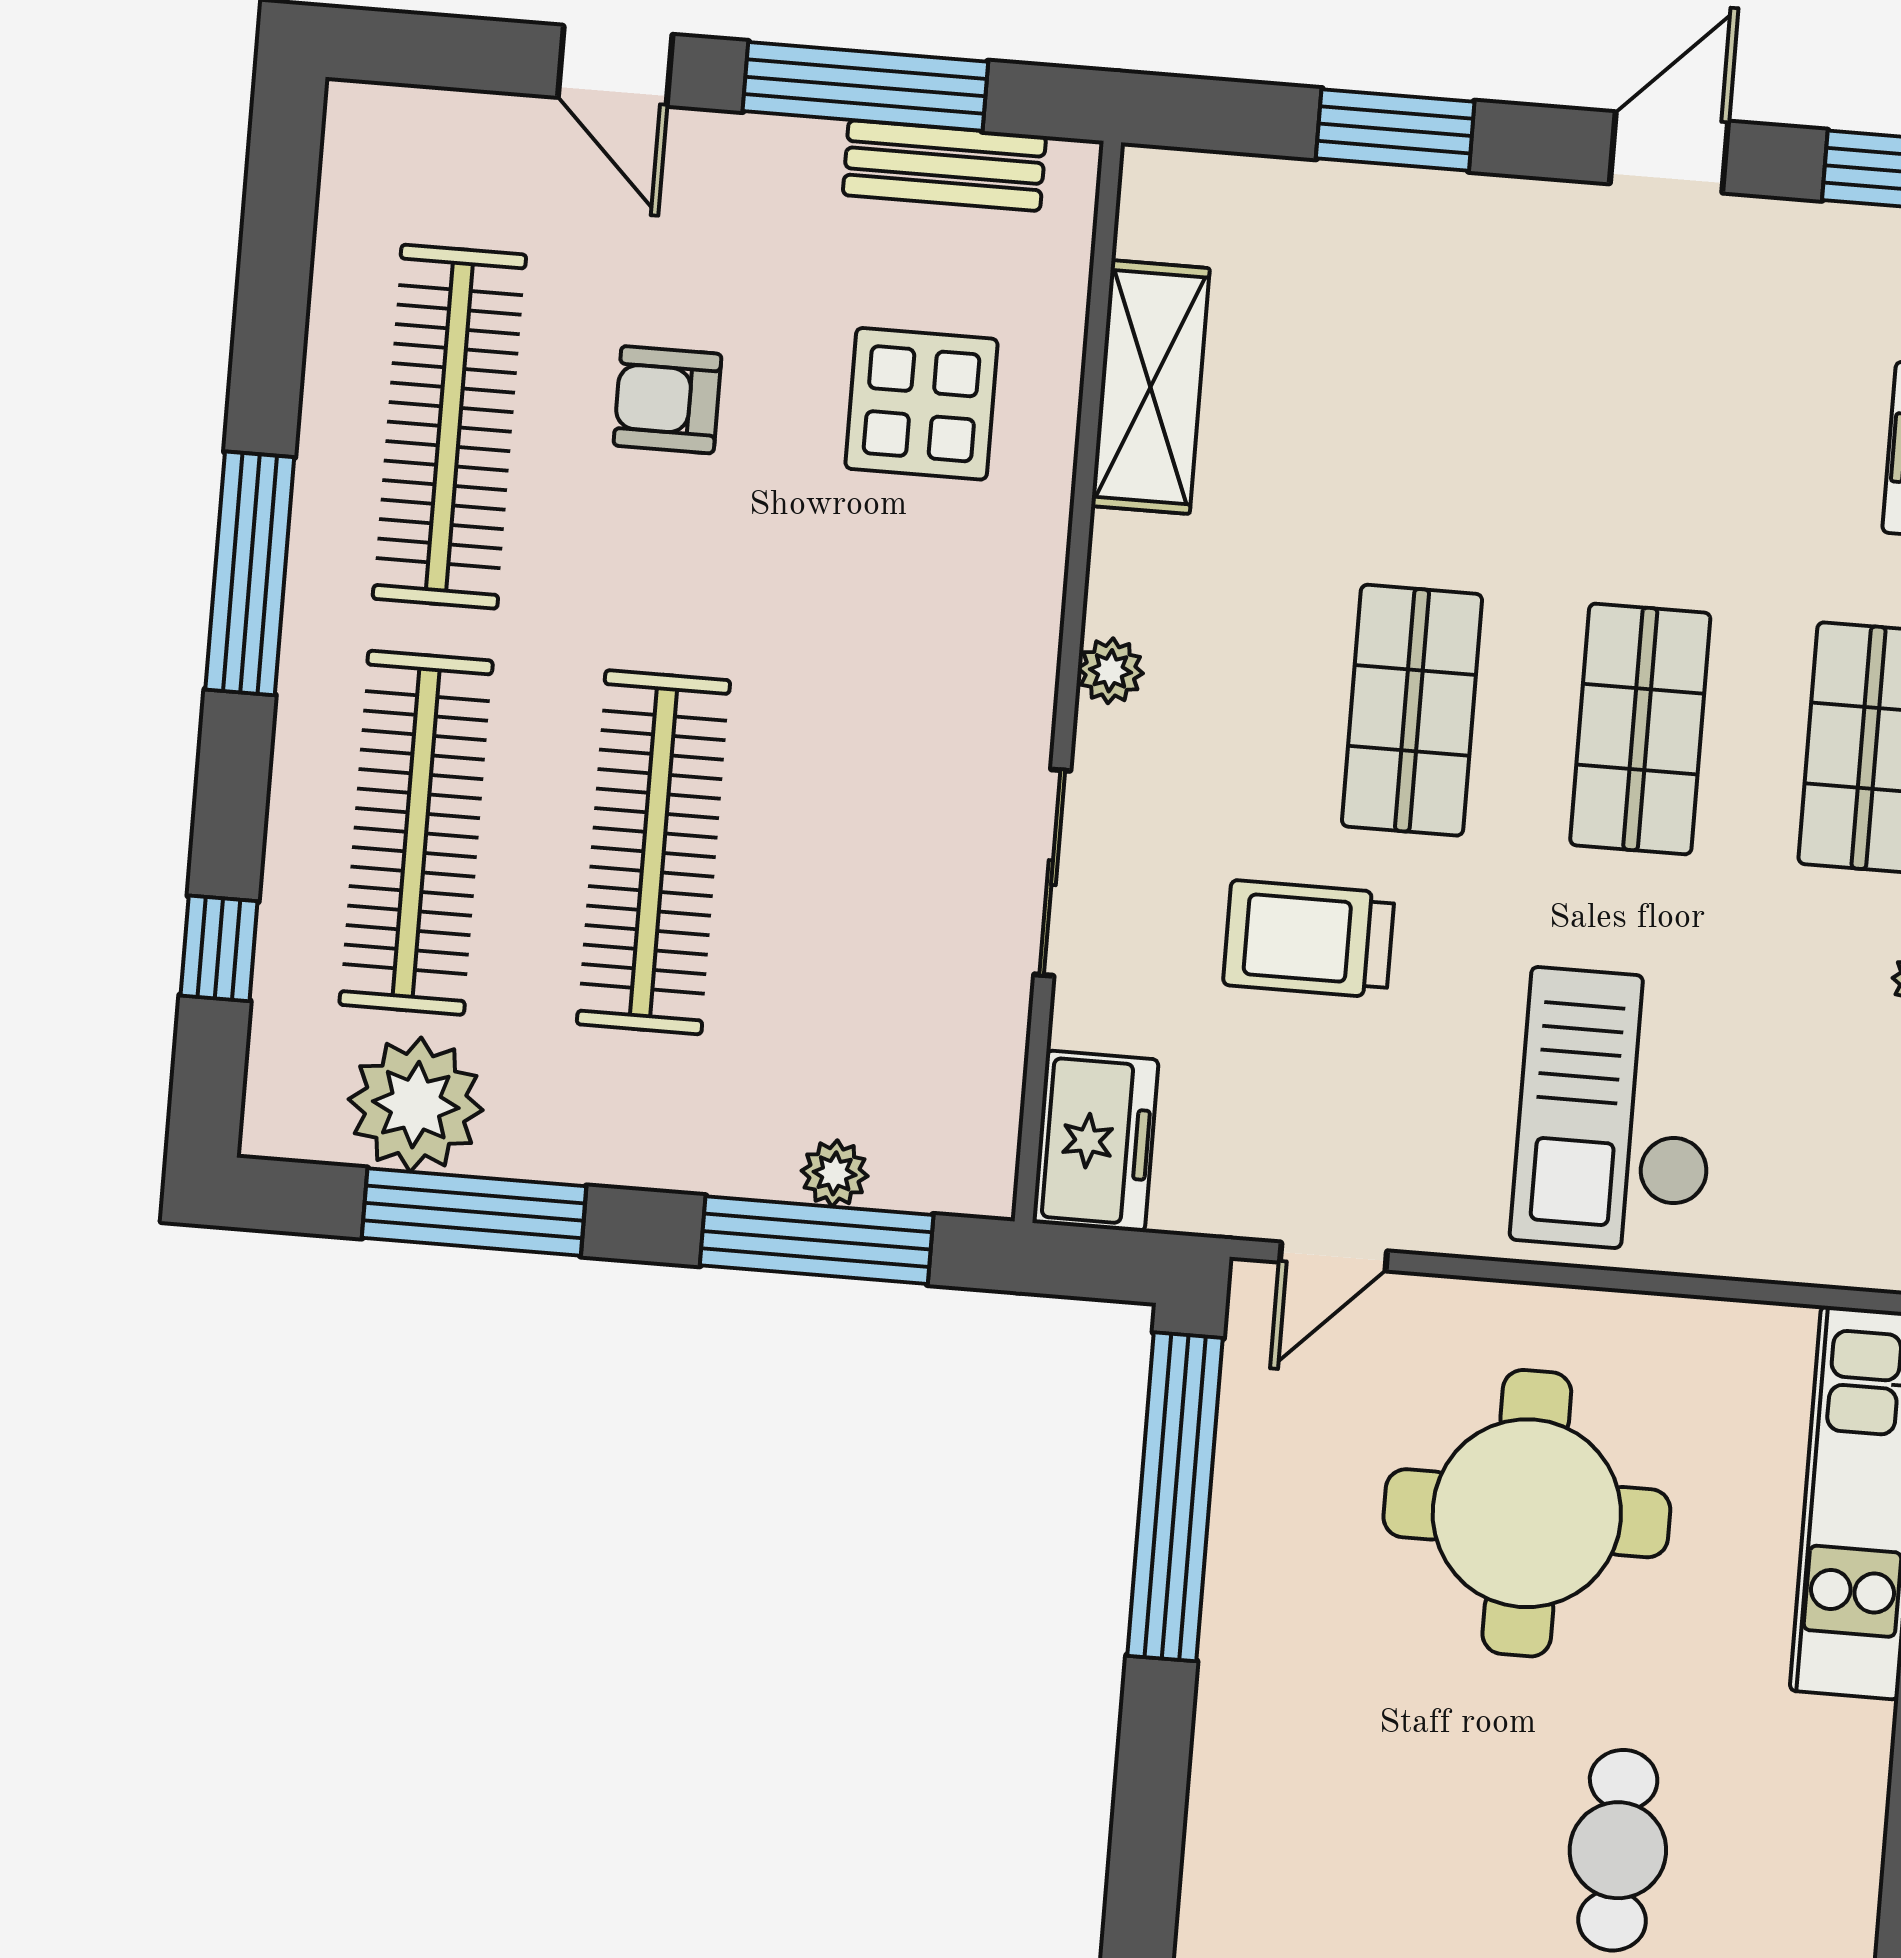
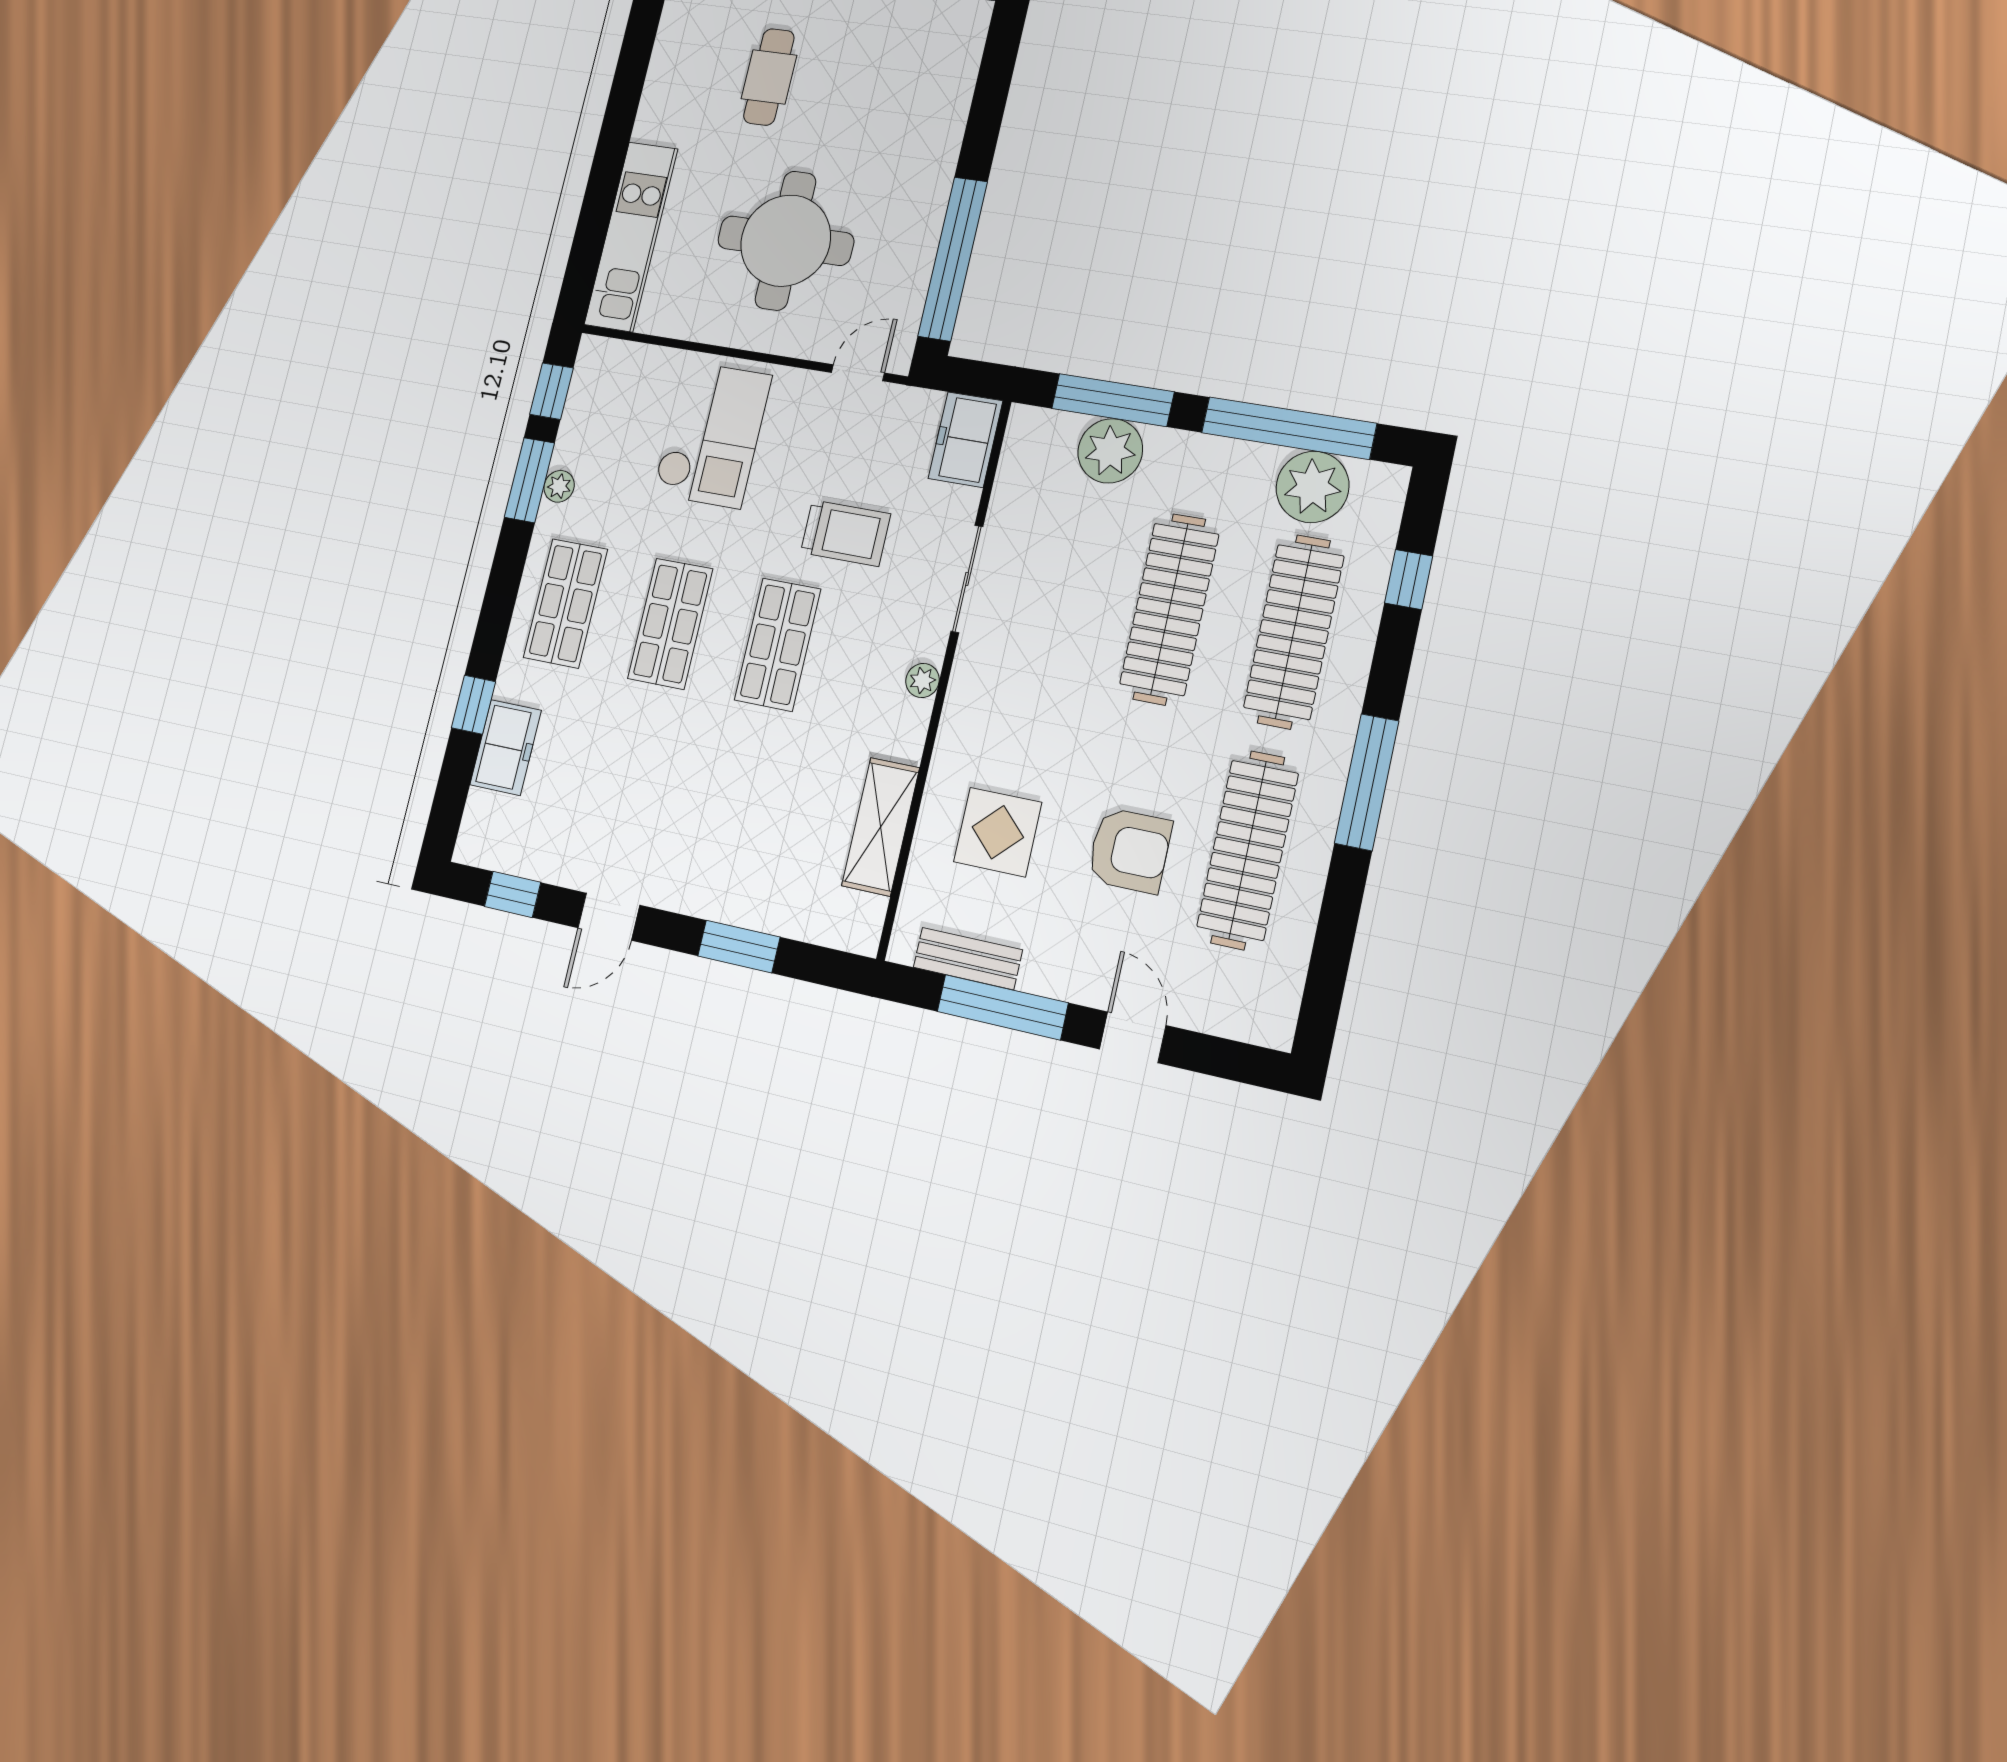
armchair: (667, 400) -> (1129, 850), width x1.38, depth x1.38
plant: (835, 1173) -> (1110, 451), width x1.87, depth x1.87
window: (474, 1212) -> (1289, 428), width x1.46

